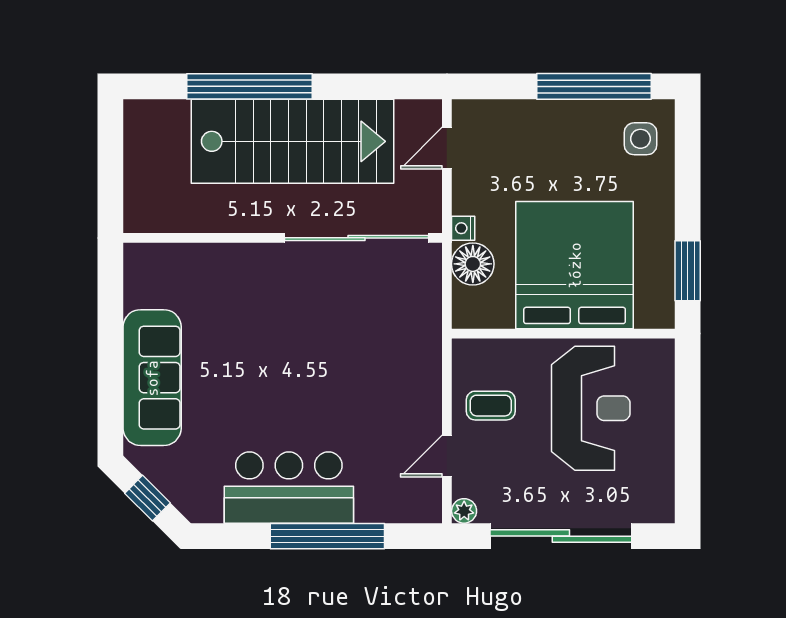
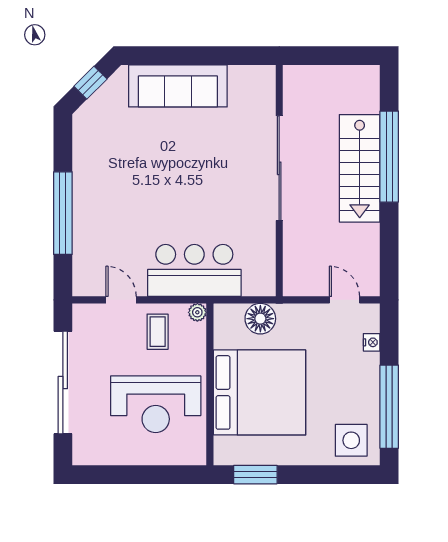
side table: (640, 139) -> (351, 440), width x1.37, depth x1.37
stairs: (293, 141) -> (360, 168), width x0.73, depth x0.66
nightstand: (463, 228) -> (372, 342), moved, turned 90
sliding door: (357, 238) -> (279, 168), moved
bar counter: (289, 488) -> (194, 270), moved, turned -90
plant: (464, 511) -> (197, 312), moved

